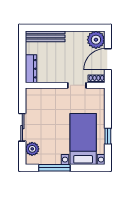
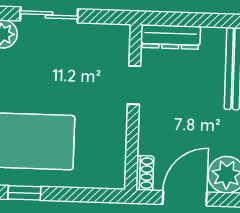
door: (108, 59) -> (185, 198), hinge flipped
doorway: (77, 85) -> (134, 85), moved

